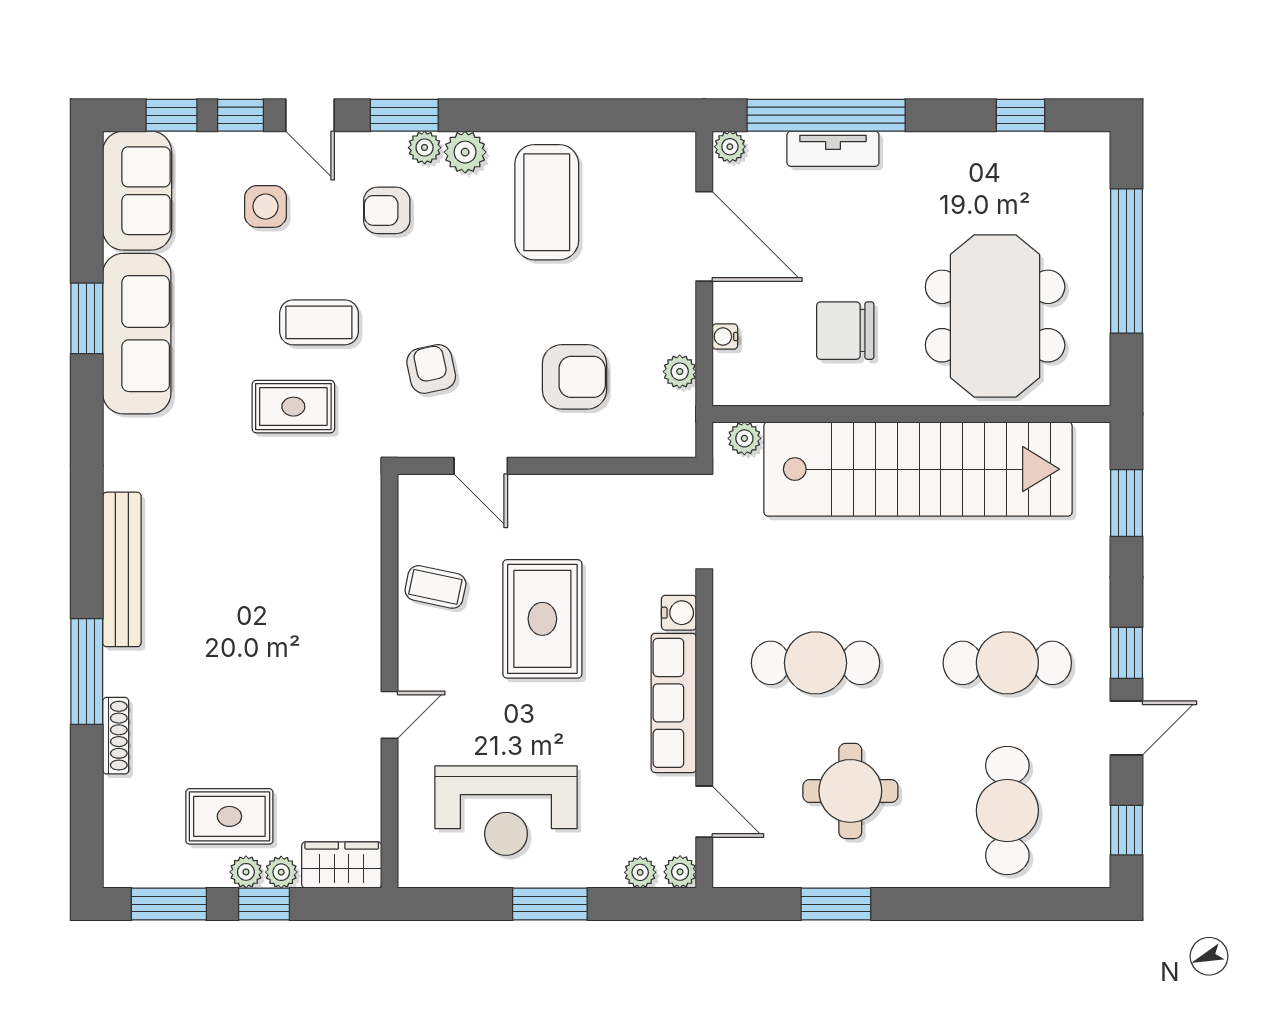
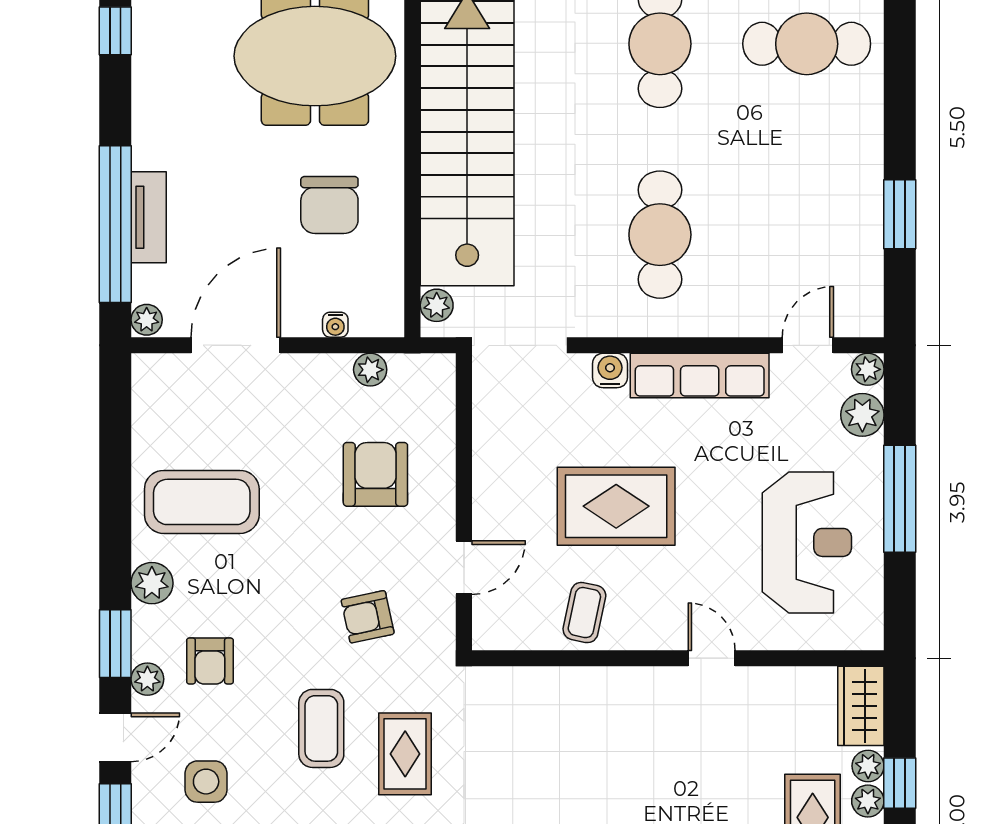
plant: (425, 148) -> (147, 679), moved
round table: (850, 791) -> (787, 200), removed
plant: (640, 872) -> (862, 415), width x1.38, depth x1.38
window: (550, 904) -> (900, 499), width x1.44

